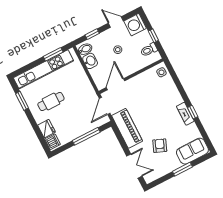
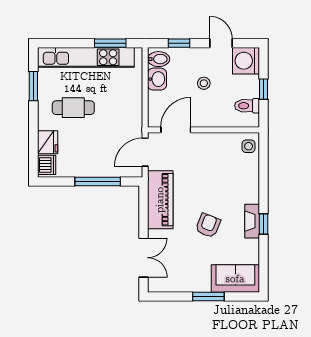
armchair: (160, 146) -> (208, 225), moved

